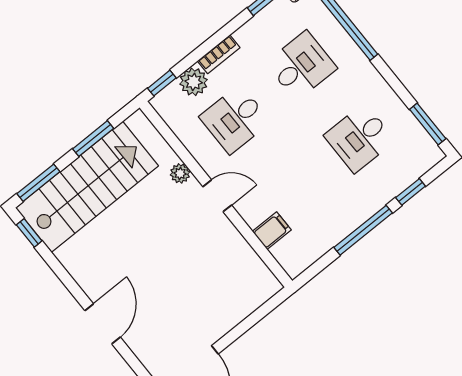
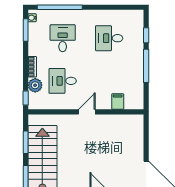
desk: (235, 119) -> (63, 81), turned 90
window: (428, 124) -> (125, 7), removed
desk: (360, 138) -> (109, 38), turned 90
plant: (180, 173) -> (67, 119), removed

